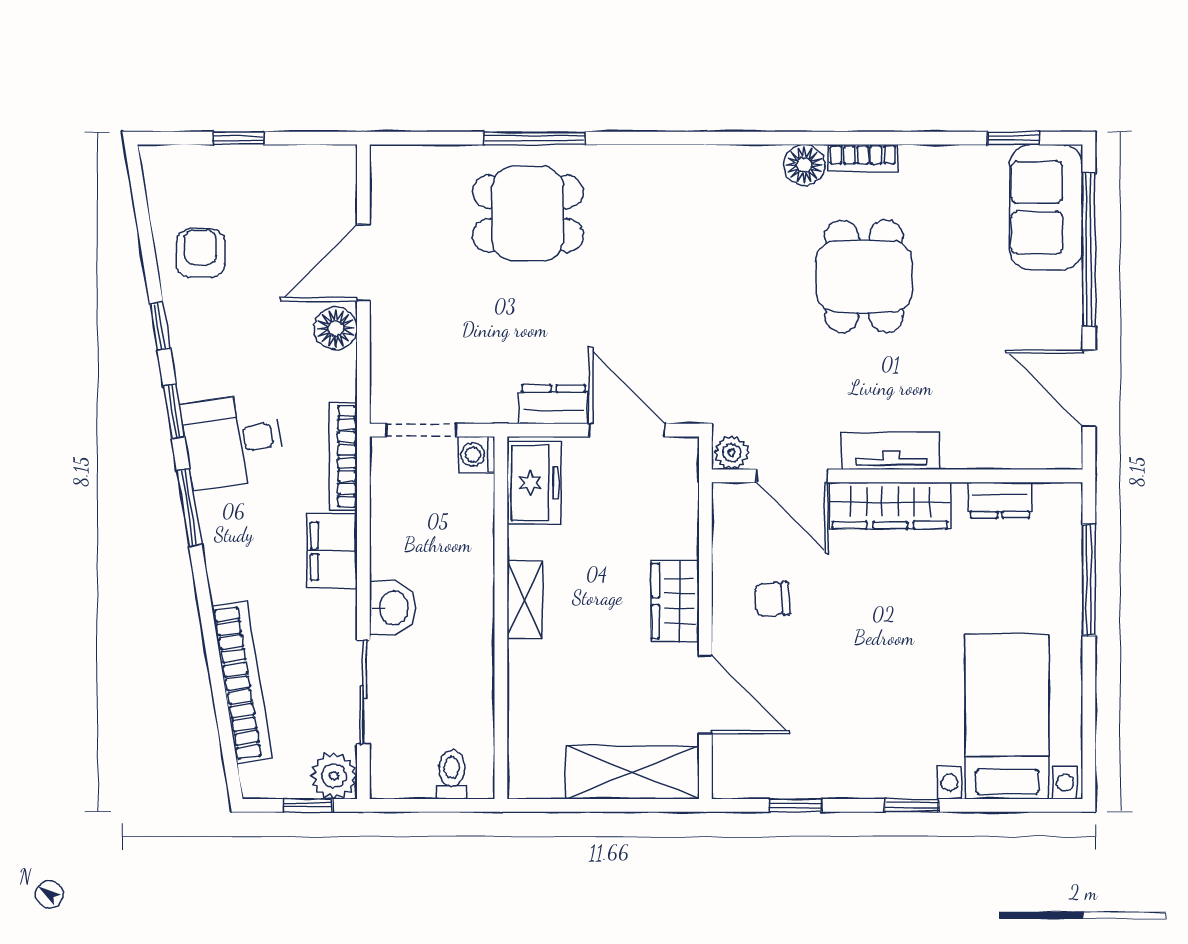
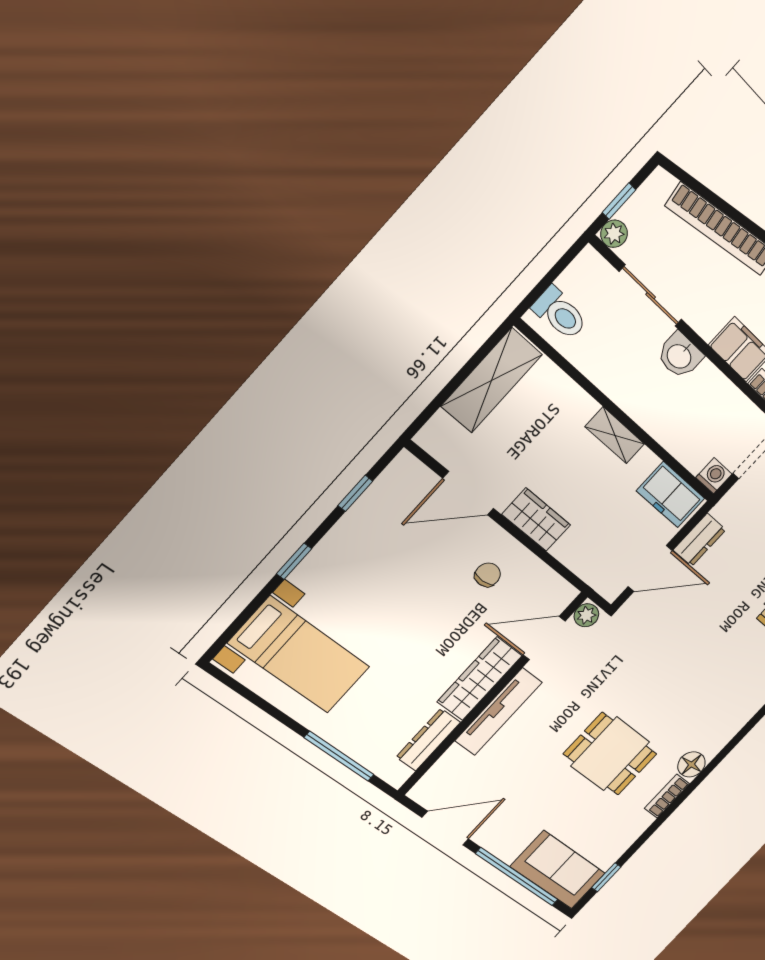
tv unit: (891, 451) -> (498, 712), width x1.41
dresser: (1000, 500) -> (428, 740), width x1.44
shelving: (633, 773) -> (491, 380), moved
toilet: (452, 774) -> (560, 313), width x1.37, depth x1.39
plant: (334, 776) -> (614, 234), width x0.73, depth x0.73

